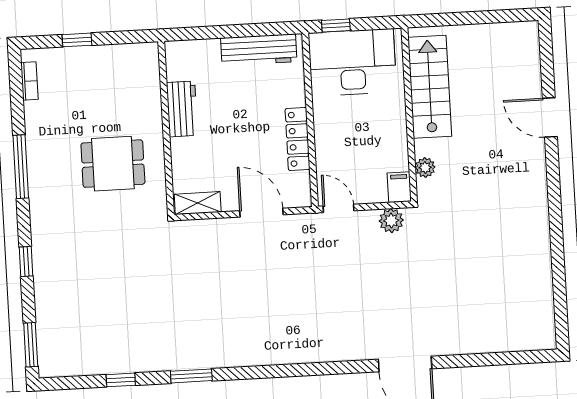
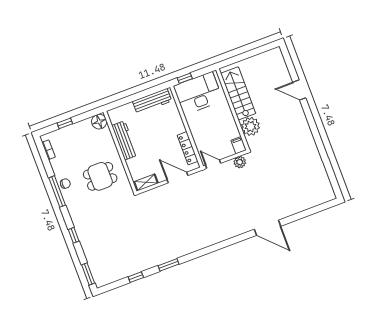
floor lamp: (144, 57) -> (99, 122), added
workbench: (182, 109) -> (125, 140), width x1.38
locker: (298, 139) -> (188, 148), moved
chair: (41, 156) -> (65, 184), added
plant: (425, 168) -> (250, 126), width x1.87, depth x1.87

